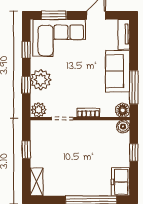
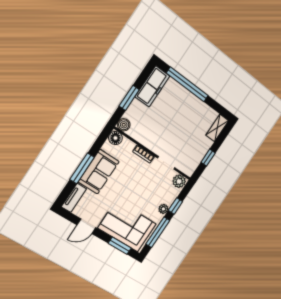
window: (26, 50) -> (158, 232), width x2.17
plant: (41, 80) -> (163, 209), width x0.53, depth x0.53
window: (134, 87) -> (82, 168), moved
window: (134, 153) -> (129, 98), width x1.50
freezer: (120, 182) -> (152, 86), width x1.40

